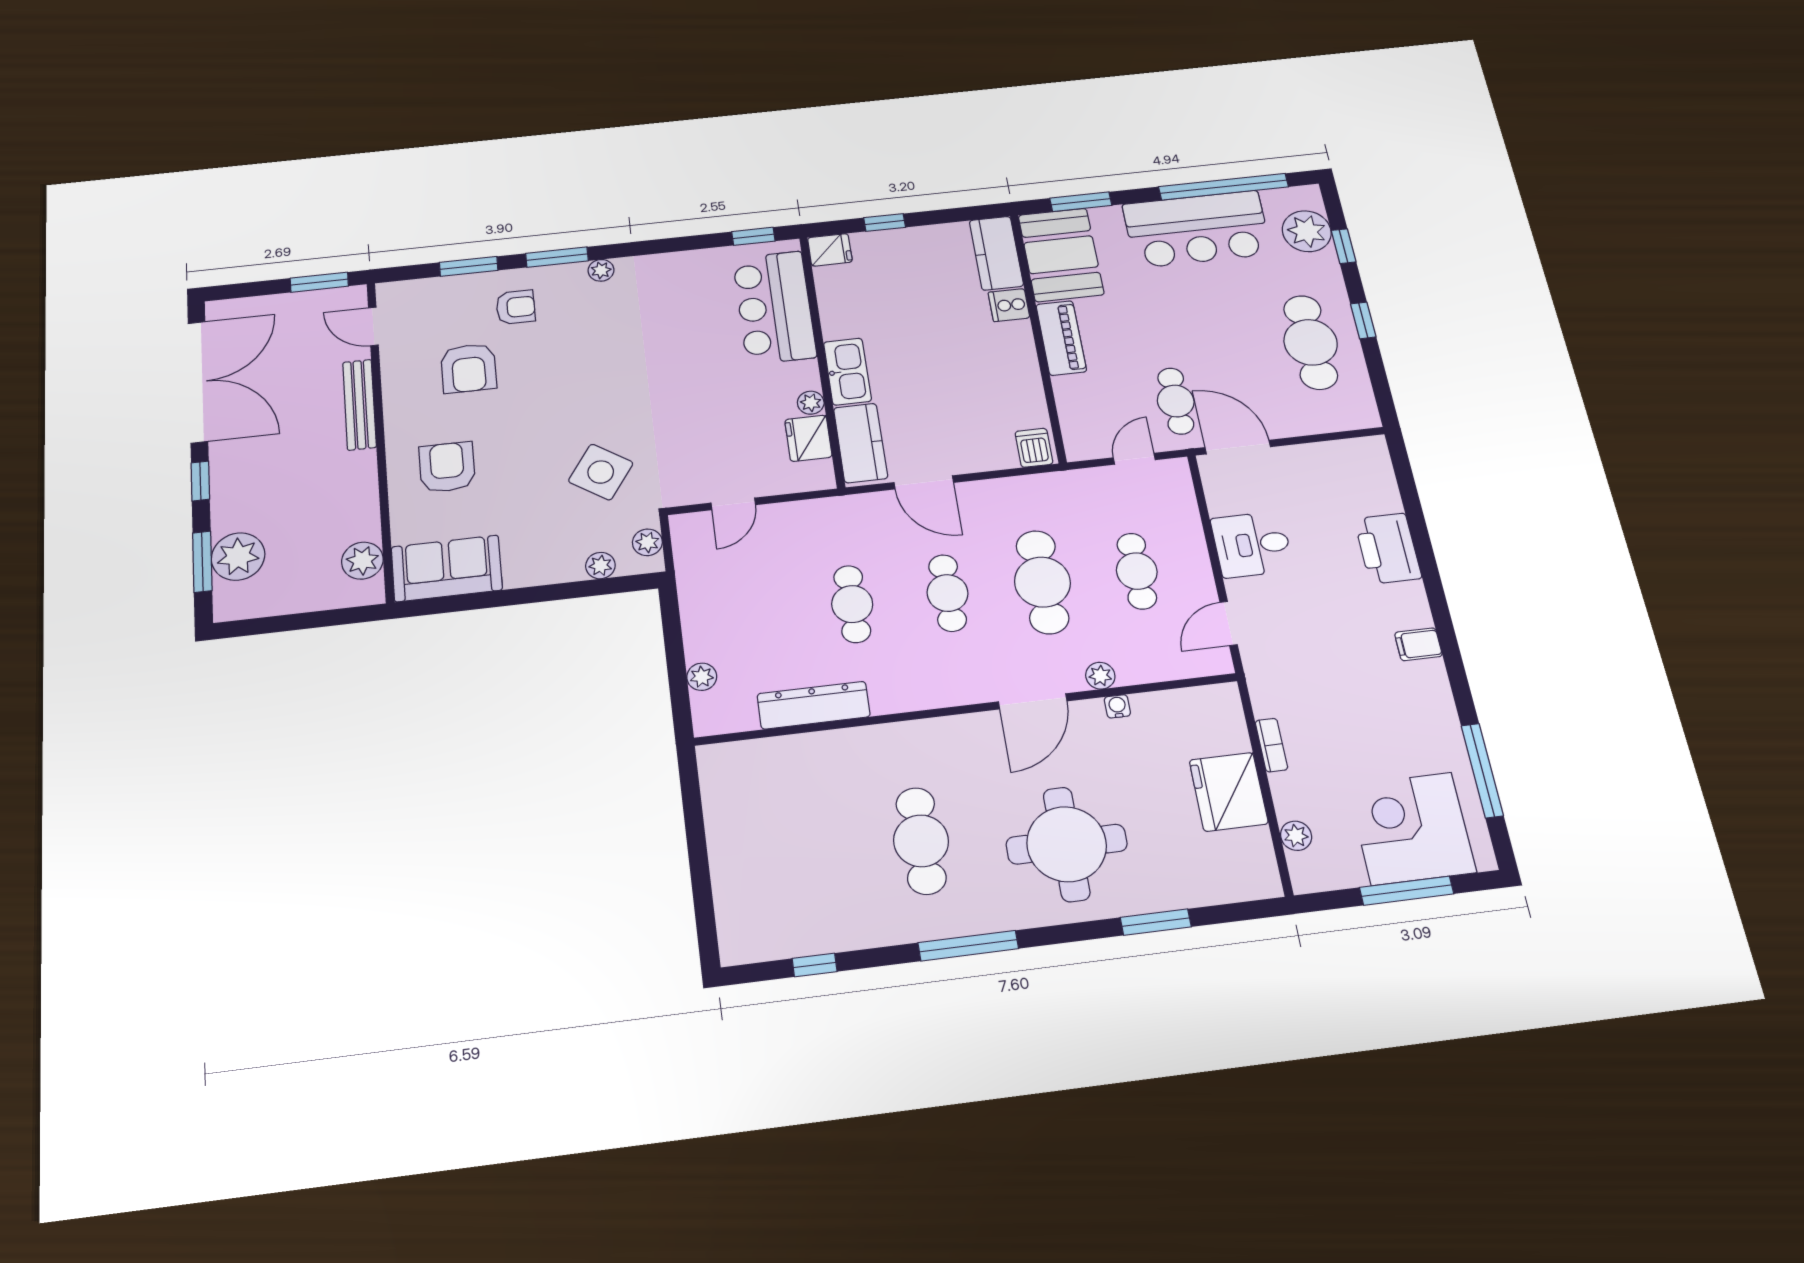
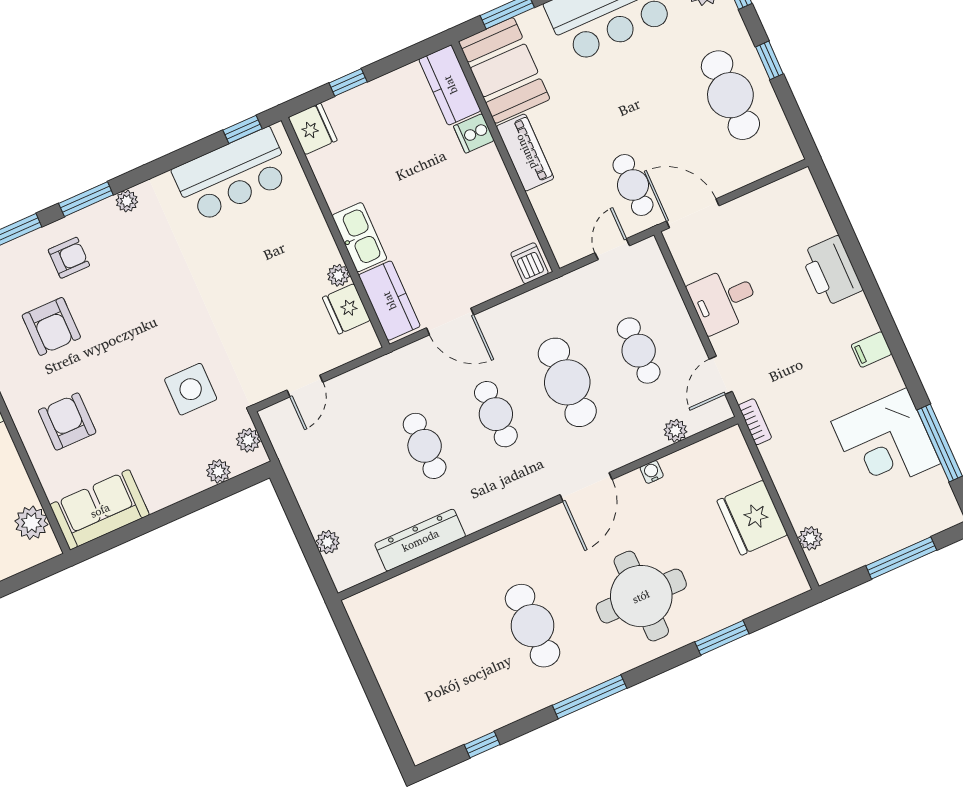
fridge: (830, 250) -> (313, 129), width x1.38
bar counter: (774, 307) -> (232, 175), moved, turned -90
side table: (601, 472) -> (191, 389), turned -34
plant: (1100, 676) -> (675, 431), moved
bookcase: (1271, 745) -> (755, 422), moved
corner desk: (1412, 829) -> (886, 442), moved, turned -90

